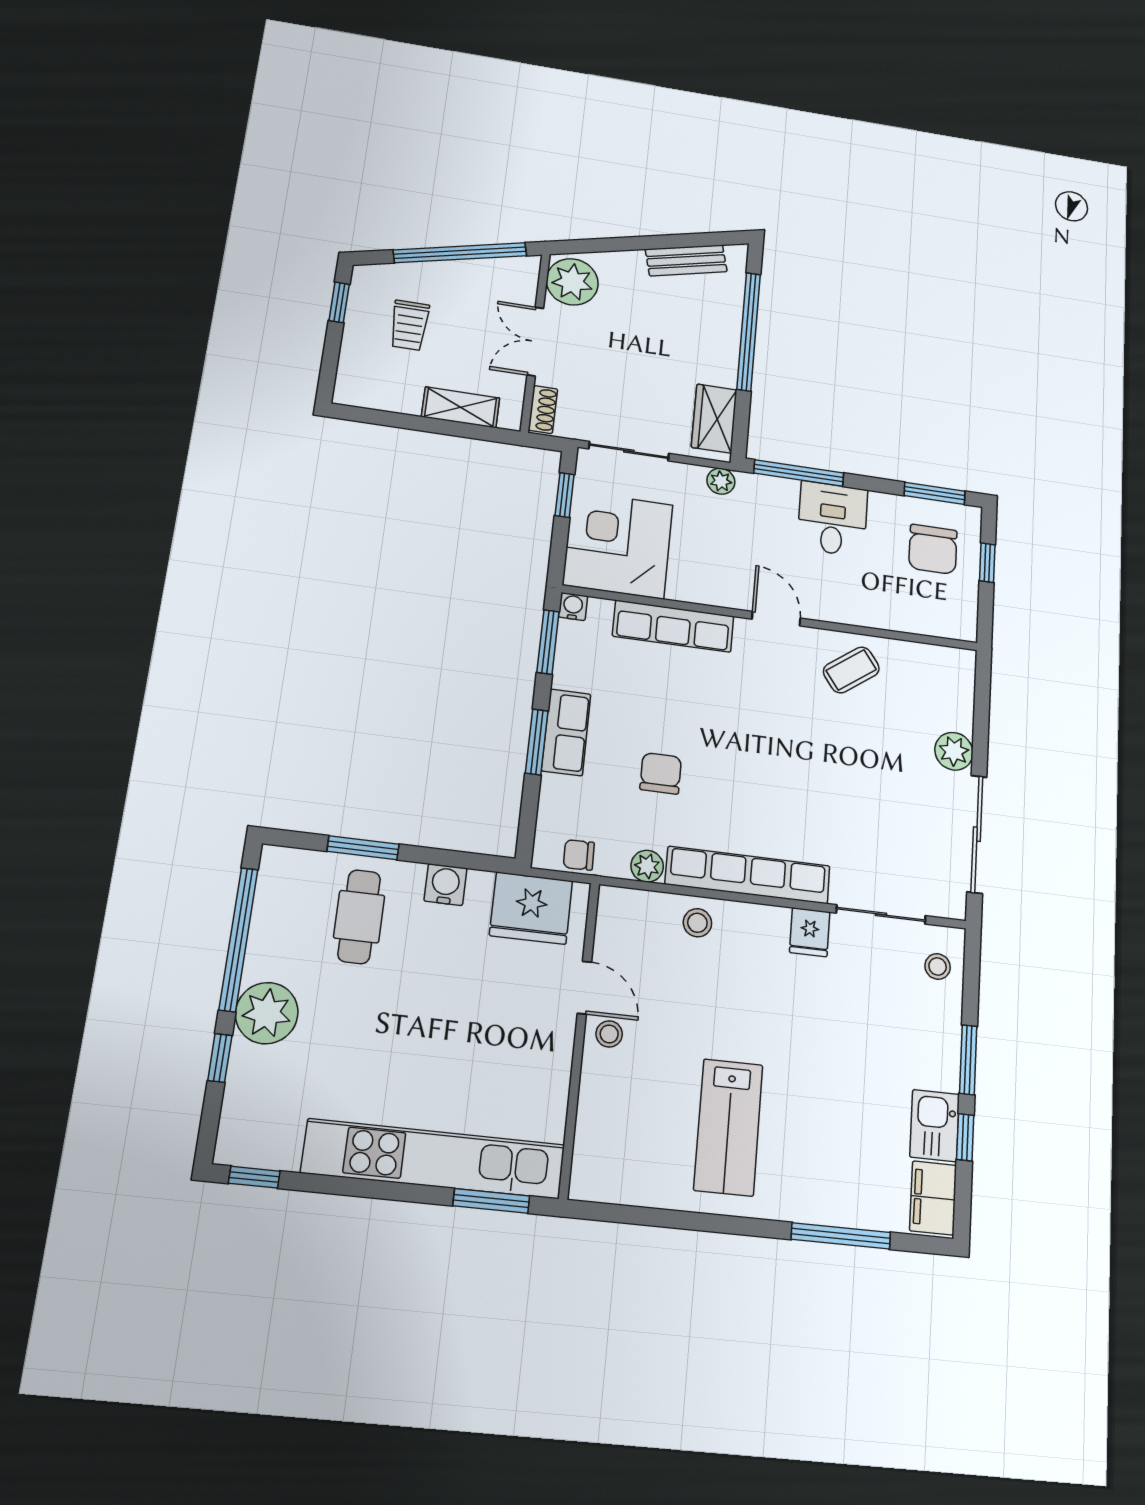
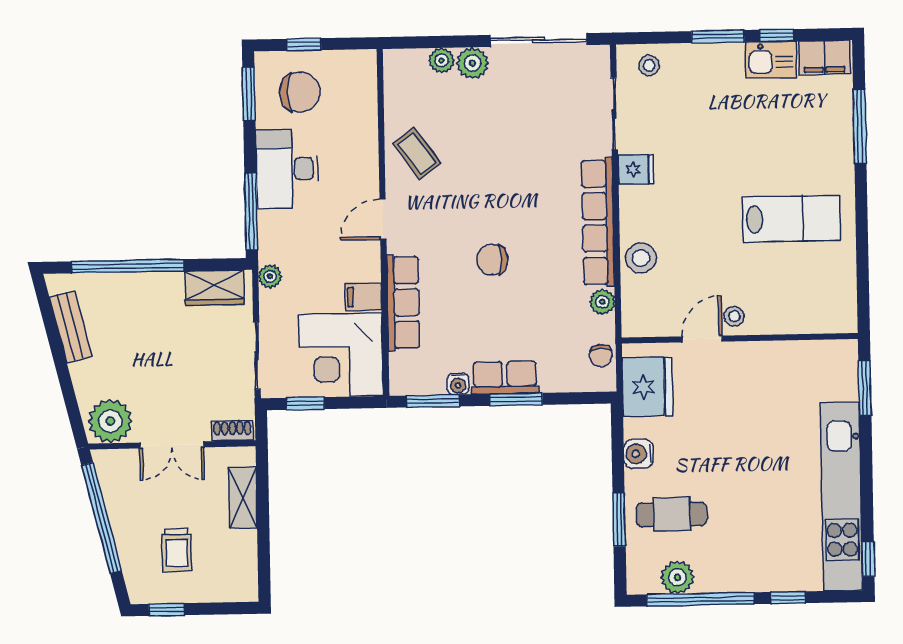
trolley: (409, 325) -> (177, 550), turned 90
desk: (832, 519) -> (287, 169), width x1.37
filing cabinet: (685, 581) -> (363, 297), added
water cooler: (573, 606) -> (458, 384), moved, turned -90
plant: (959, 715) -> (441, 60), added
chair: (661, 773) -> (492, 260), moved
stool: (697, 923) -> (641, 258), width x1.37, depth x1.37
plant: (267, 1013) -> (677, 577), moved, width x0.73, depth x0.73
kitchen unit: (434, 1159) -> (841, 496), moved

